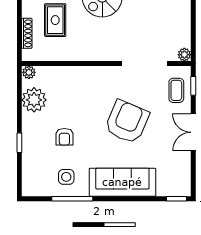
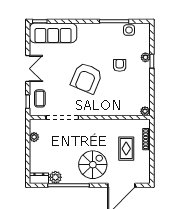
plant: (184, 55) -> (34, 137), moved
plant: (34, 100) -> (145, 57), moved, width x0.53, depth x0.53
armchair: (127, 122) -> (87, 78), moved
side table: (66, 177) -> (129, 30), moved
sofa: (122, 182) -> (53, 33), moved

